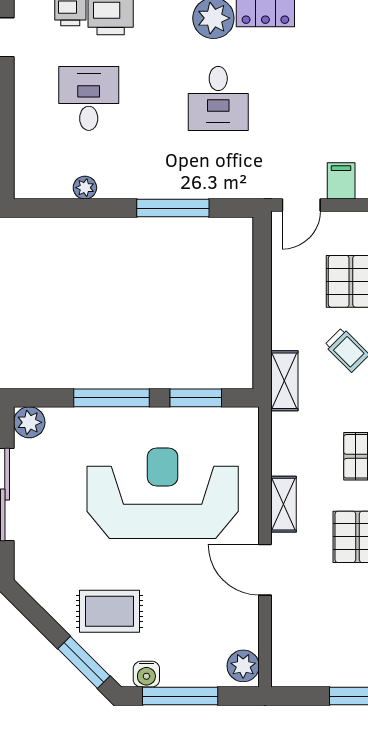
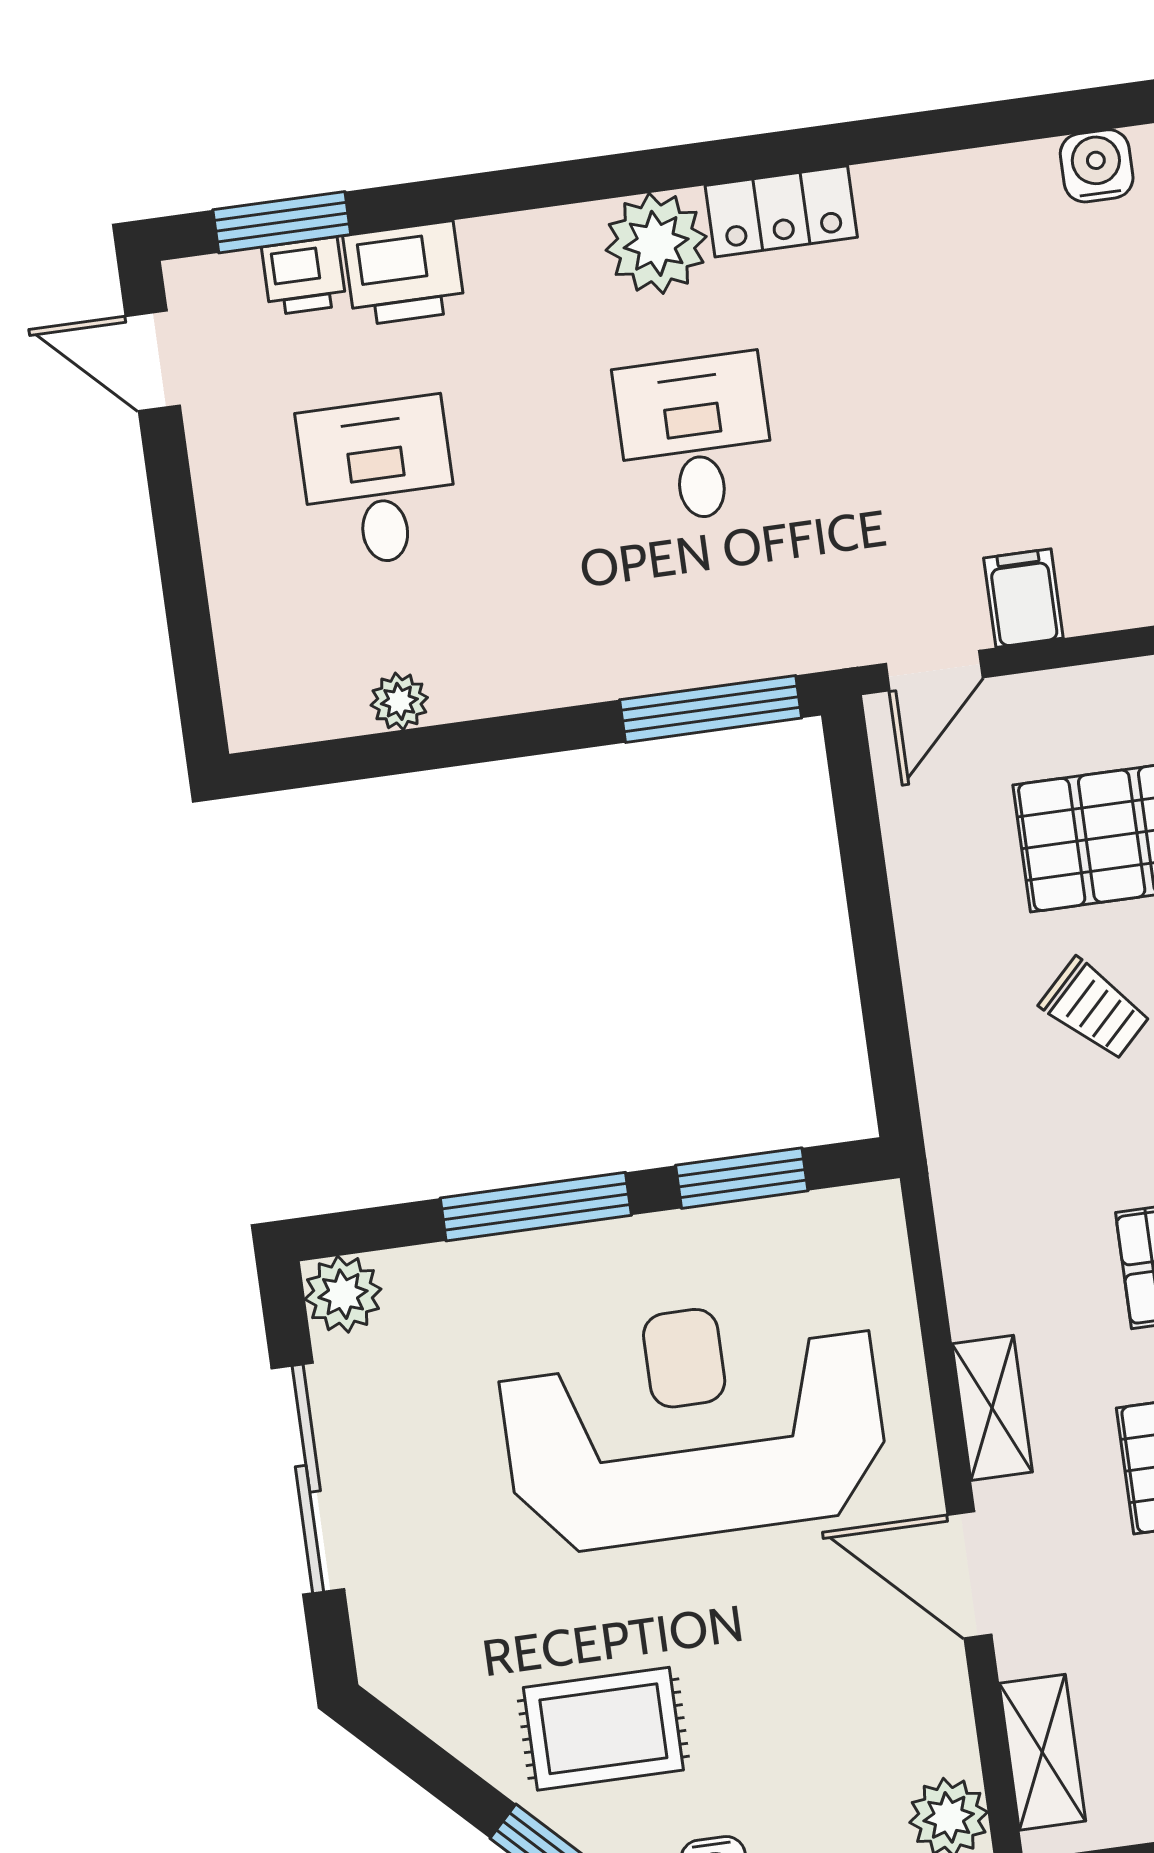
desk: (218, 98) -> (695, 438), turned 180
window: (173, 208) -> (711, 709), moved
shelving: (284, 381) -> (1042, 1752), moved

